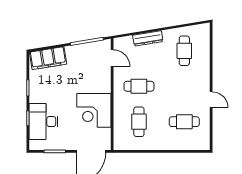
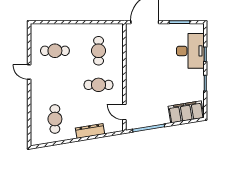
corner desk: (94, 110) -> (142, 62), removed

